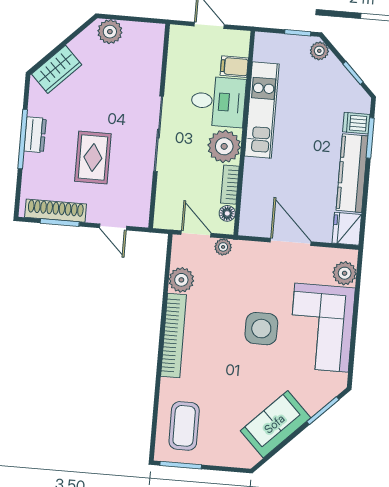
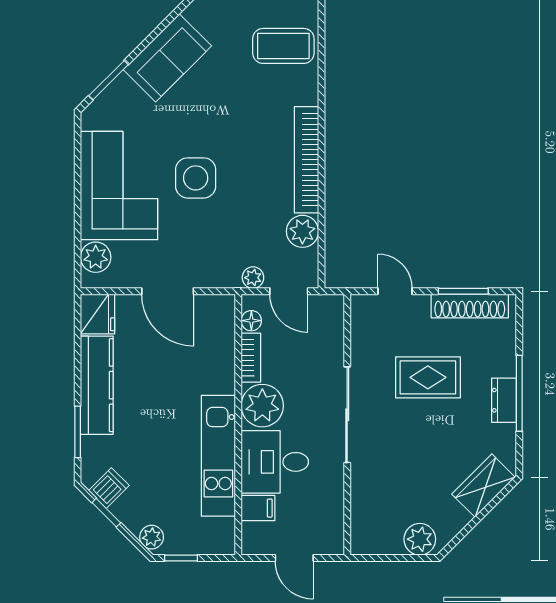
dishwasher: (356, 123) -> (109, 488), moved, turned -45
rug: (93, 158) -> (428, 377), turned 90
coffee table: (184, 426) -> (283, 46), turned 90

